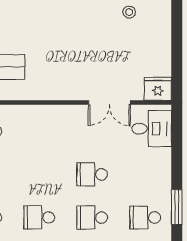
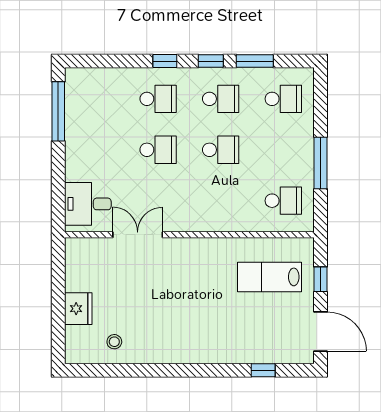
fridge: (158, 89) -> (78, 309), moved, turned -90
window: (177, 207) -> (58, 111), width x1.44
school desk: (145, 218) -> (221, 150), moved

